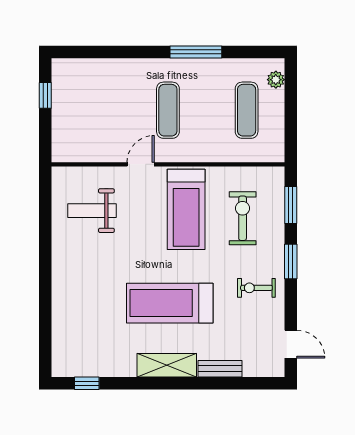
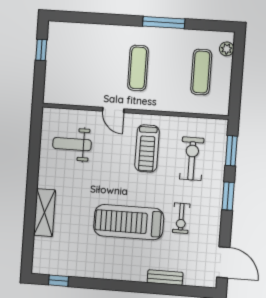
door: (141, 164) -> (113, 110), swing flipped
treadmill: (186, 209) -> (147, 148), width x0.73, depth x0.73
exercise bike: (256, 288) -> (181, 218), moved, turned -90
door: (291, 344) -> (223, 262), width x1.38
shelving: (167, 365) -> (45, 213), moved, turned 90

